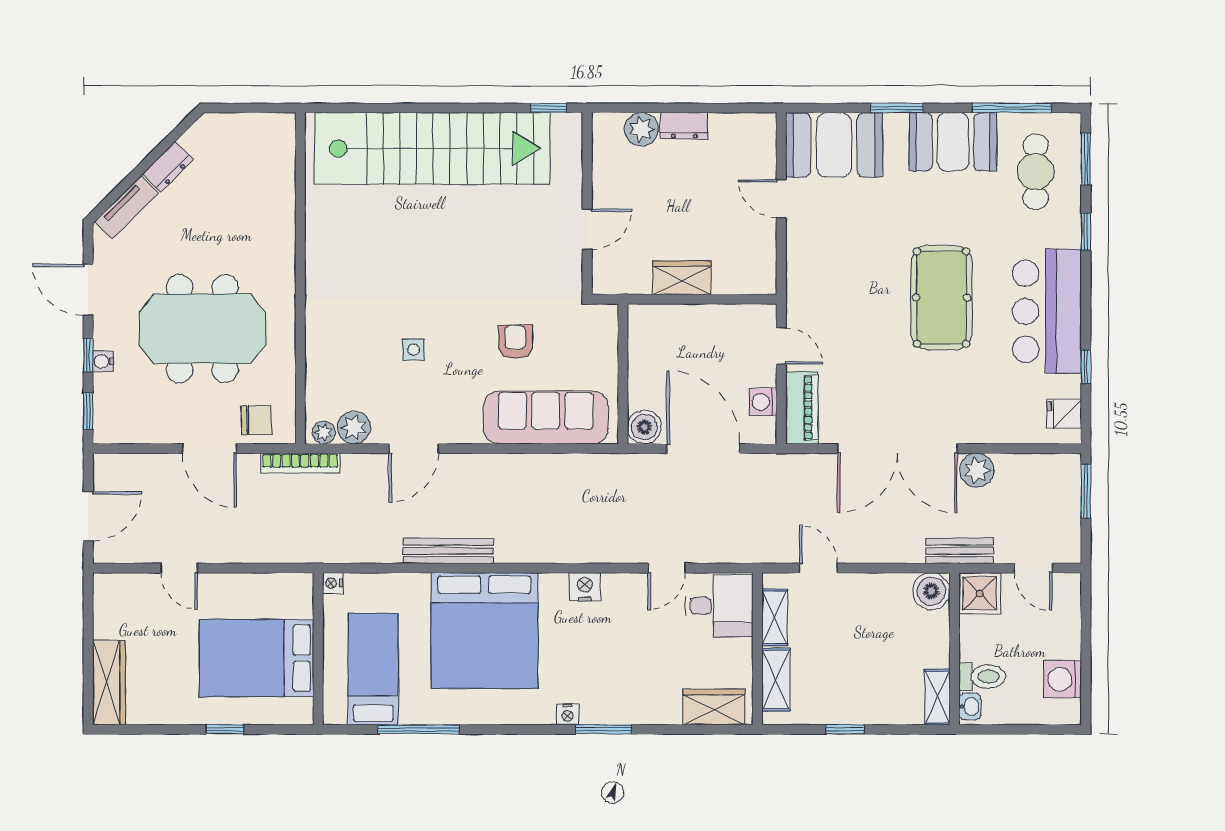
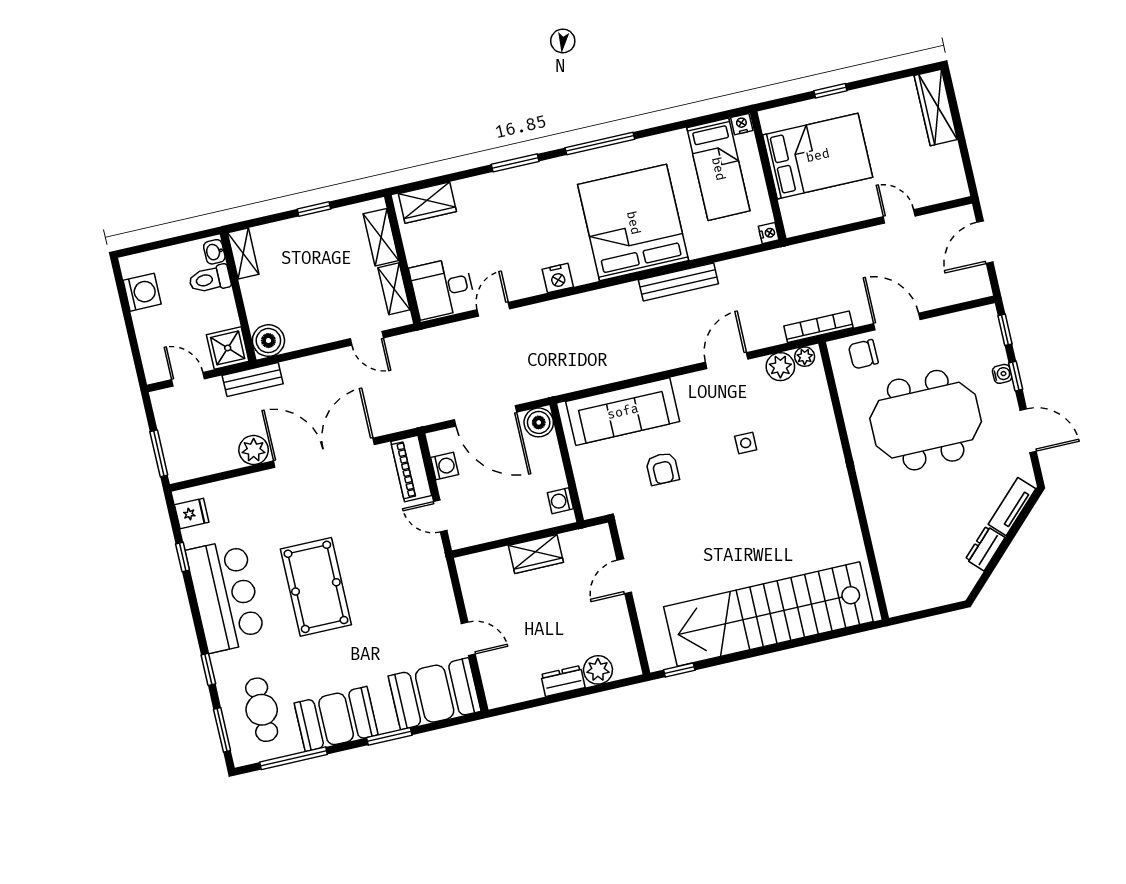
washing machine: (640, 332) -> (560, 501), added
nightstand: (568, 714) -> (742, 124), moved
window: (418, 729) -> (600, 143), moved

